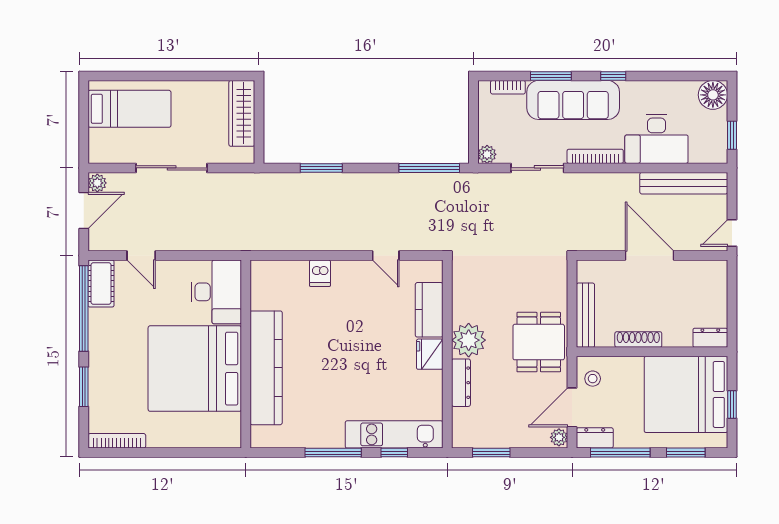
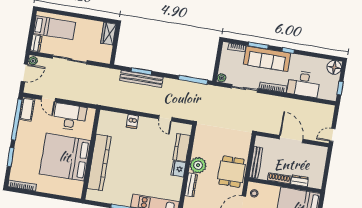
wardrobe: (242, 113) -> (109, 34), width x0.67
dresser: (98, 146) -> (36, 43), added
bench: (684, 183) -> (141, 79), moved
desk: (216, 292) -> (70, 117), moved, turned -90
dresser: (710, 338) -> (300, 181), moved

